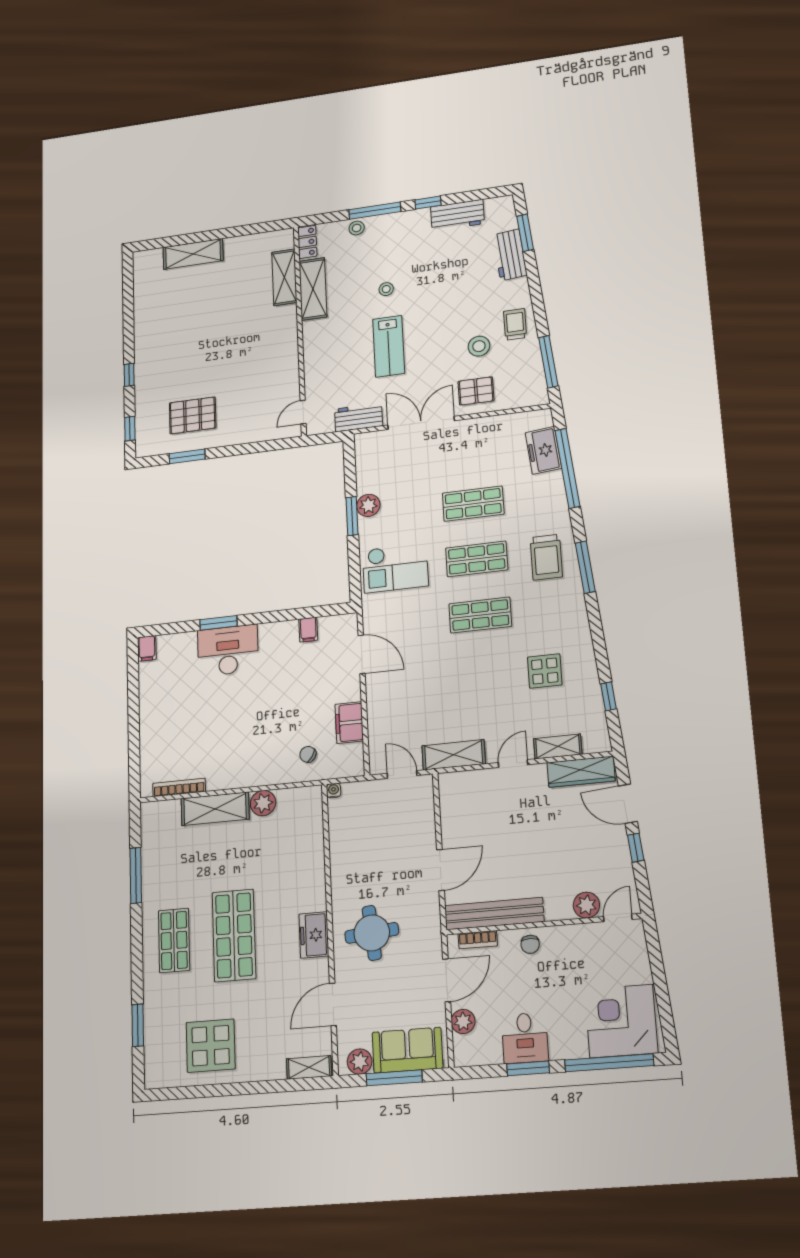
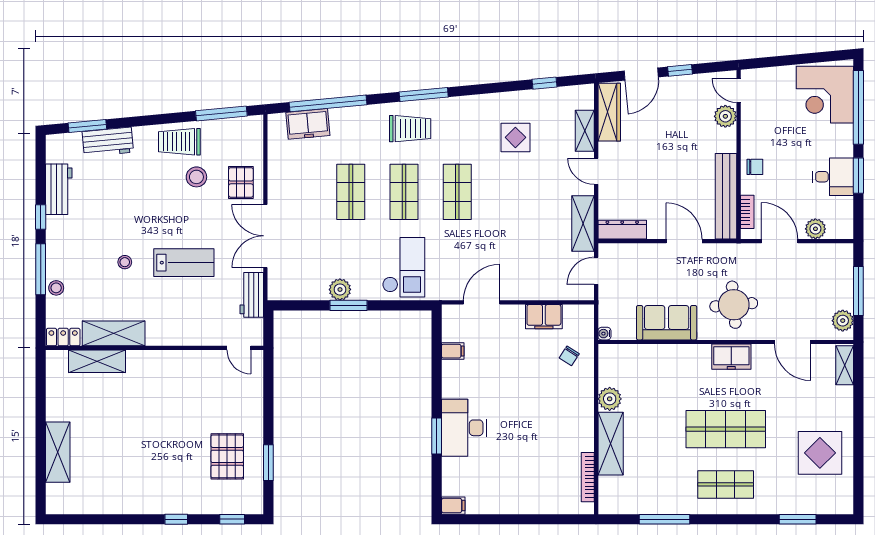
trolley: (515, 324) -> (179, 142), width x1.36, depth x1.39
dresser: (449, 799) -> (622, 230), added
sofa: (407, 1050) -> (667, 323), moved, turned 90

